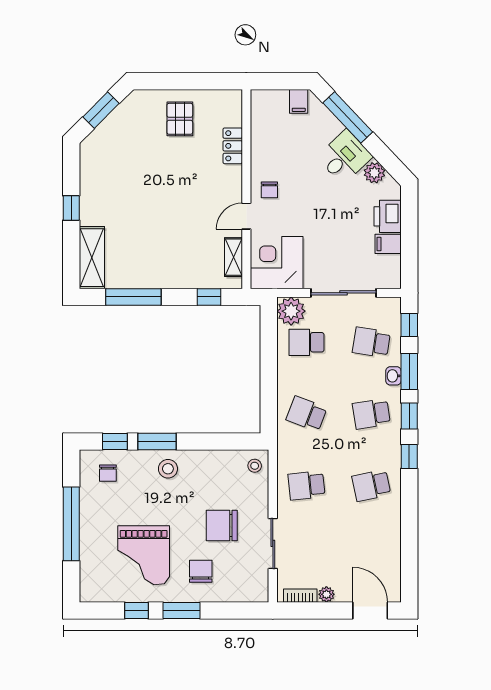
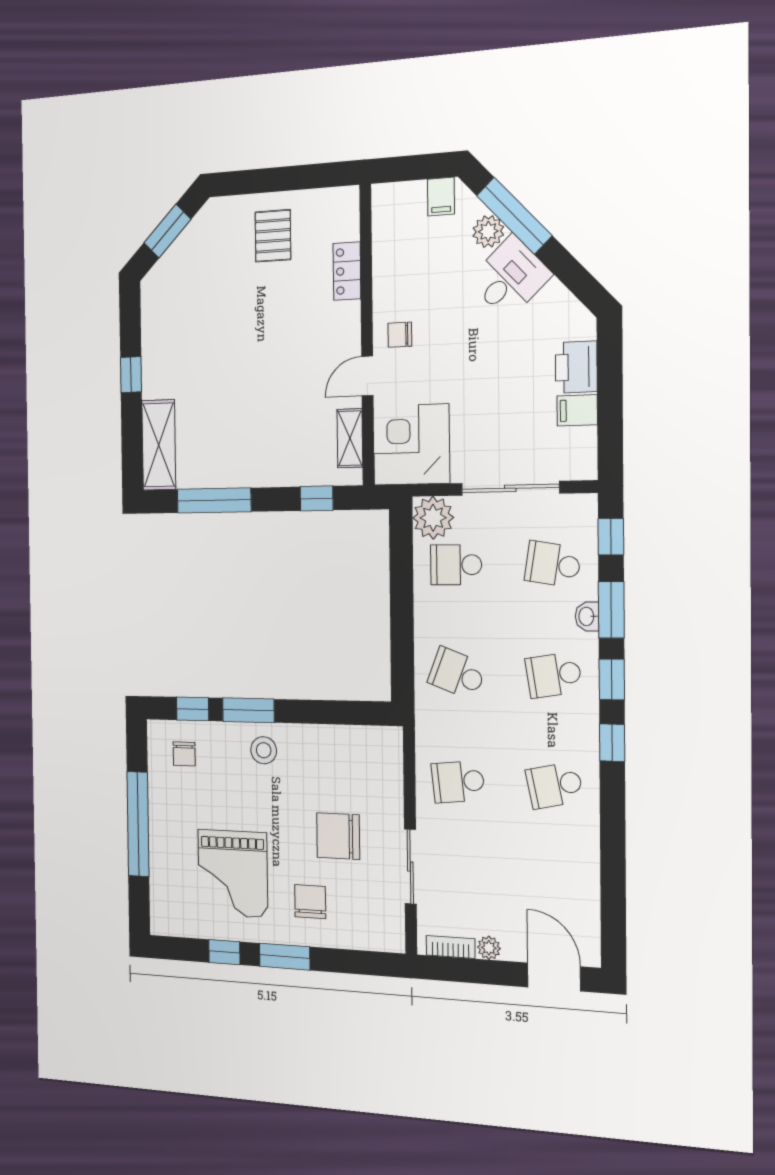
plant: (374, 173) -> (488, 231), moved
chair: (269, 190) -> (400, 335), turned 90
stool: (255, 466) -> (383, 750), removed

